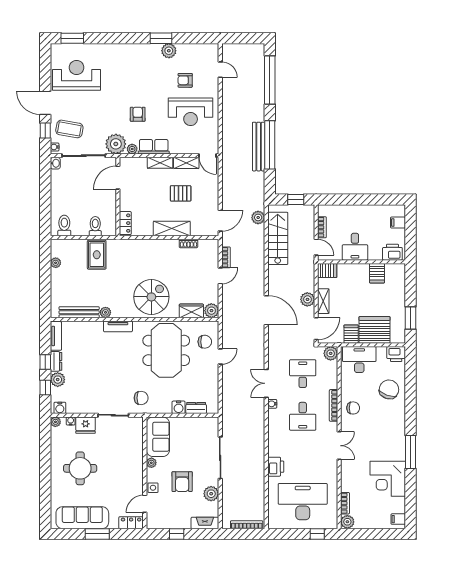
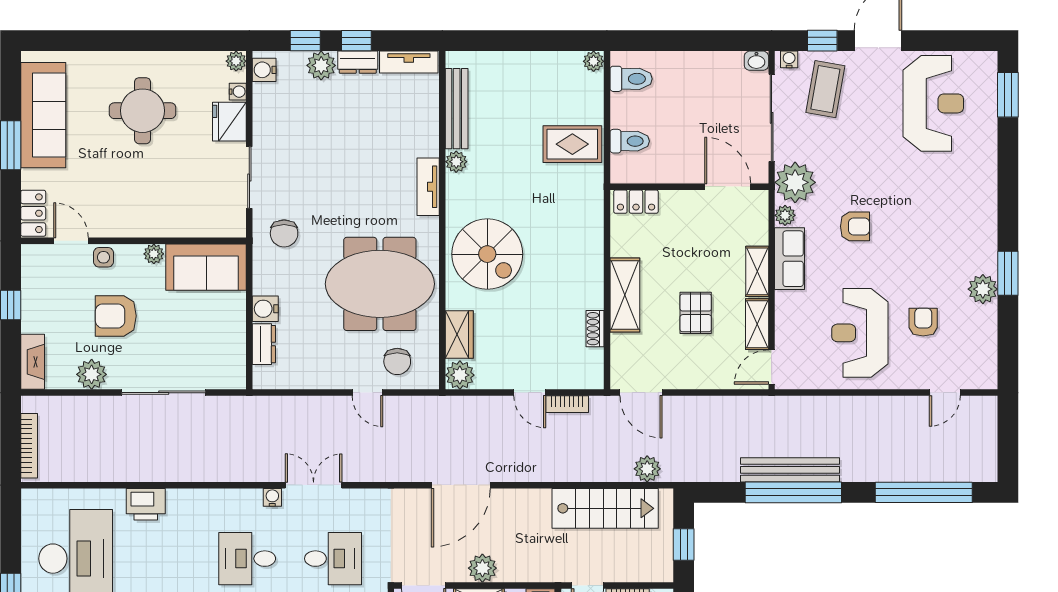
plant: (56, 263) -> (594, 61), moved

